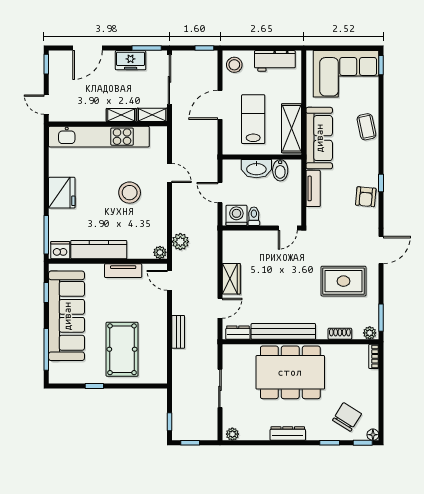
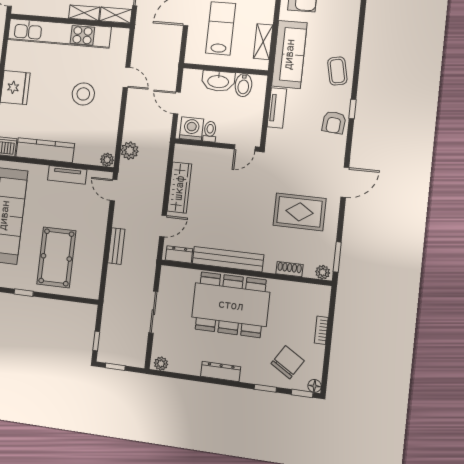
coffee table: (366, 127) -> (337, 71), moved
shelving: (291, 128) -> (263, 42), width x0.67, depth x0.75
wardrobe: (231, 279) -> (179, 188), width x1.50
bookcase: (374, 356) -> (321, 330), moved

